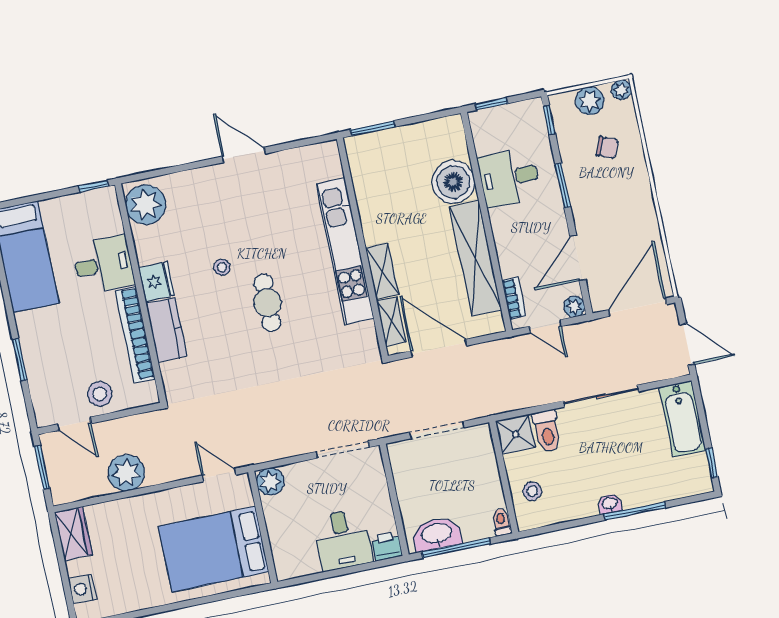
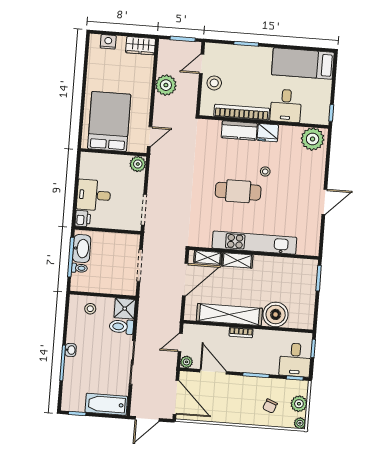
desk: (509, 177) -> (295, 360), moved, turned 180
bookcase: (514, 298) -> (241, 332), moved
cafe table: (267, 303) -> (238, 191), width x1.37, depth x1.35
toilet: (501, 522) -> (79, 268), moved

